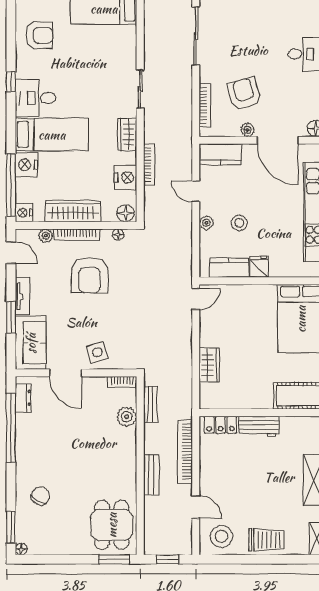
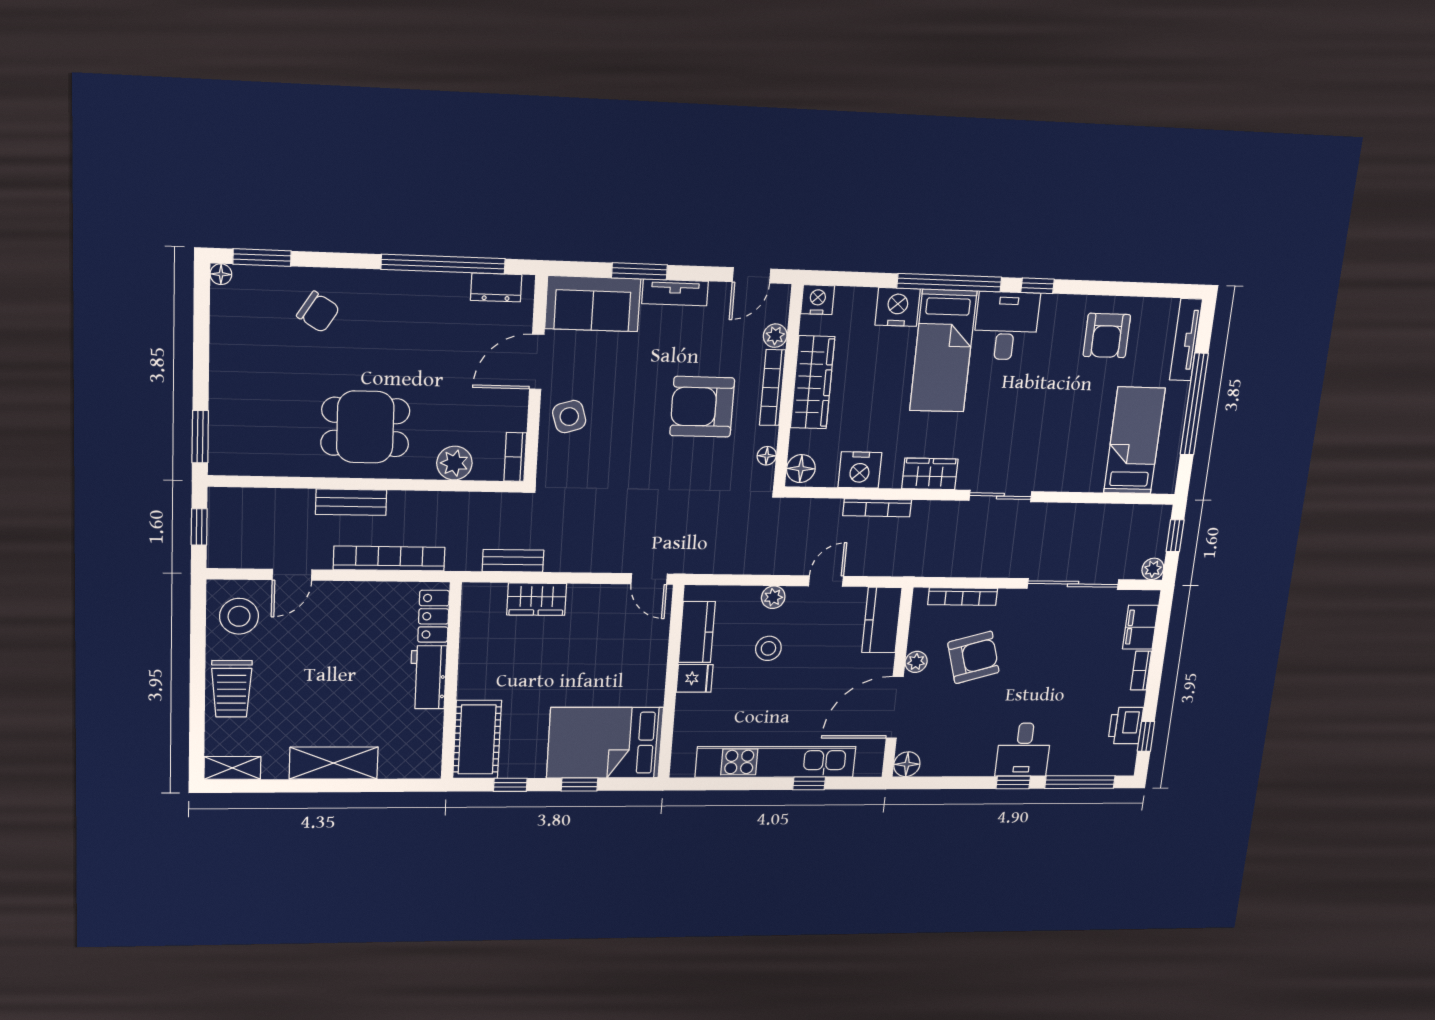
window: (11, 185) -> (949, 283), moved
bench: (150, 404) -> (513, 561), moved
dining table: (112, 525) -> (365, 427), moved

